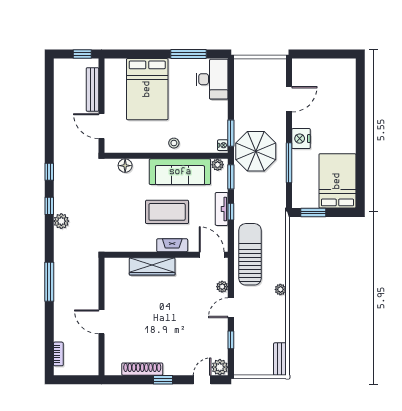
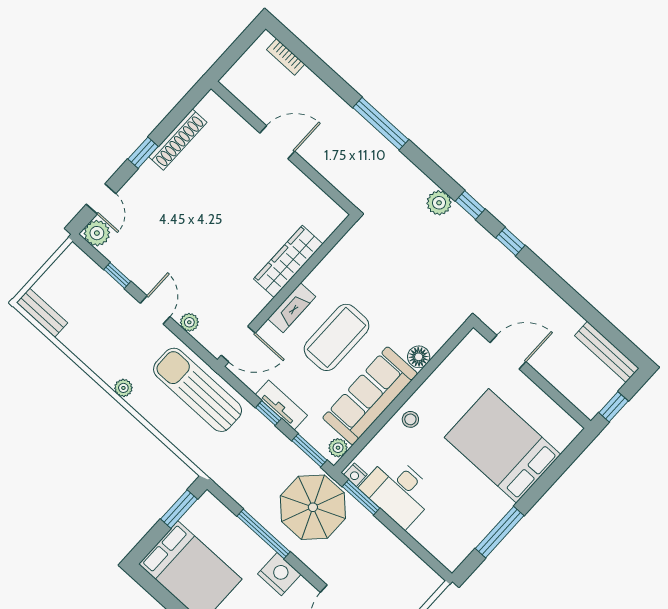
desk: (212, 79) -> (398, 491), moved
bench: (92, 89) -> (607, 352), moved
floor lamp: (125, 166) -> (419, 357), moved
sun lounger: (250, 254) -> (198, 390), turned 180

